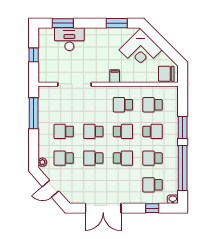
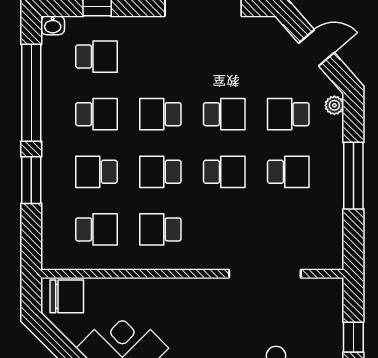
filing cabinet: (115, 76) -> (178, 291), removed
school desk: (123, 105) -> (160, 229), turned 180
window: (34, 113) -> (353, 176), moved
school desk: (64, 158) -> (288, 114), turned 180

